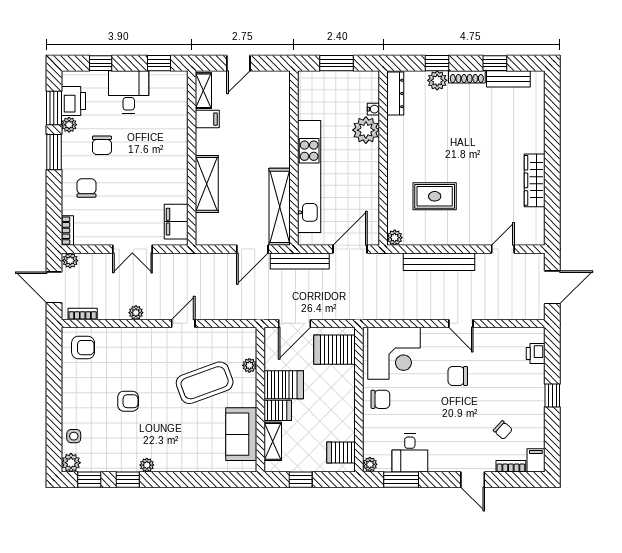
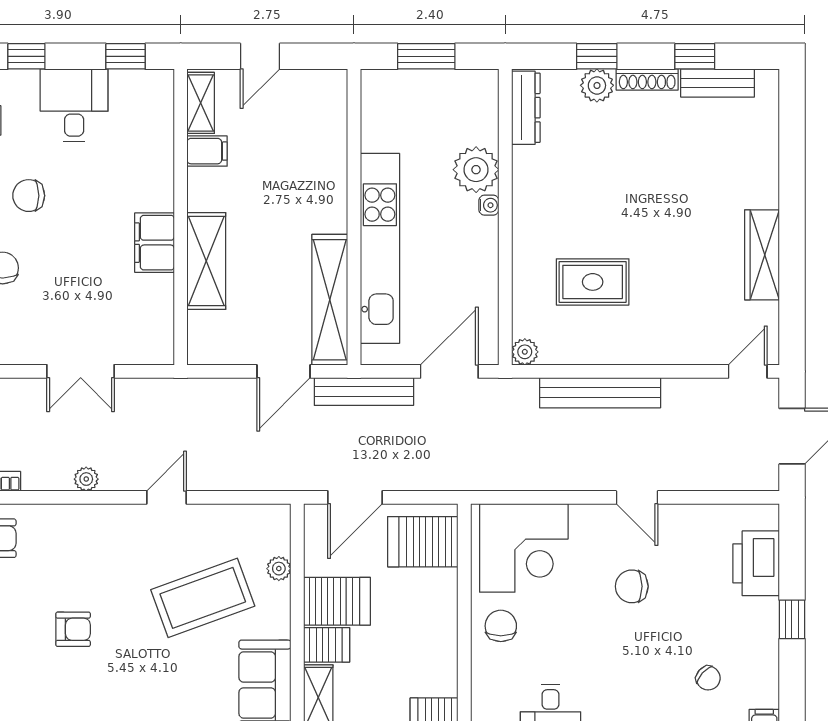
water cooler: (373, 109) -> (489, 205), moved
chair: (102, 145) -> (29, 196), turned 90
filing cabinet: (176, 222) -> (155, 243), moved
door: (503, 249) -> (748, 371), moved
printer: (536, 353) -> (756, 563), width x1.87, depth x1.48
chair: (380, 399) -> (501, 626), turned -90

